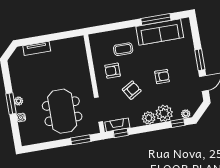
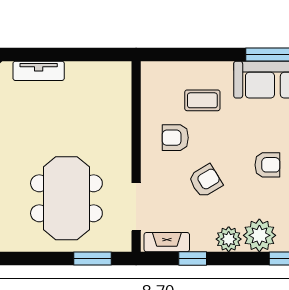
window: (121, 133) -> (193, 258), moved

